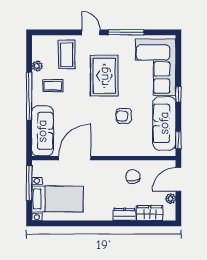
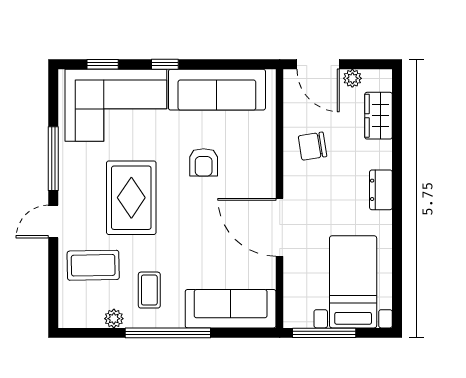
rug: (104, 76) -> (131, 198), turned 90
window: (178, 140) -> (103, 64), moved
door: (75, 158) -> (280, 227), moved
dresser: (125, 214) -> (381, 190), moved

